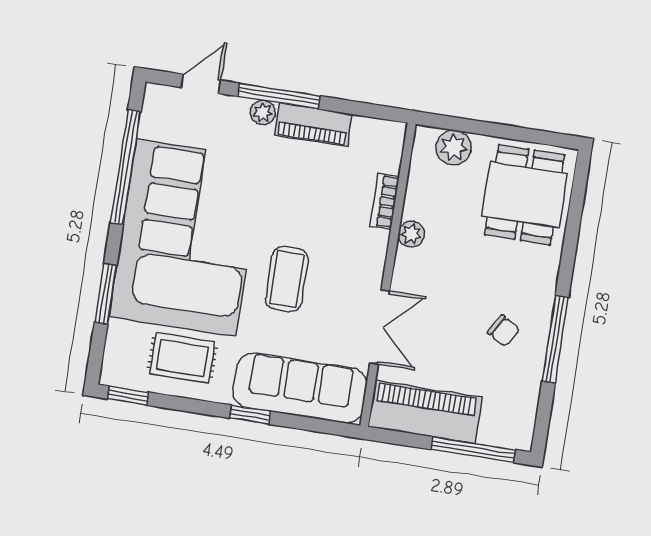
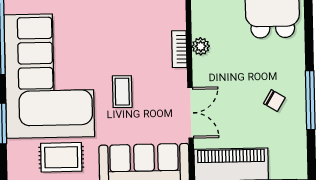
bookcase: (385, 201) -> (179, 49), moved
coffee table: (287, 279) -> (122, 92), width x0.73, depth x0.77

